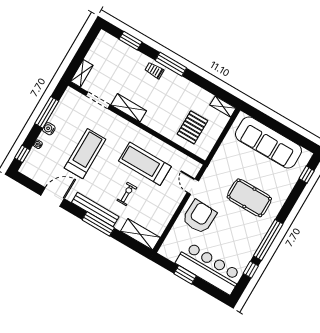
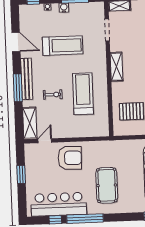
shelving: (129, 108) -> (116, 67), moved
door: (193, 187) -> (45, 141), moved
bar counter: (209, 268) -> (59, 204), moved, turned -90

